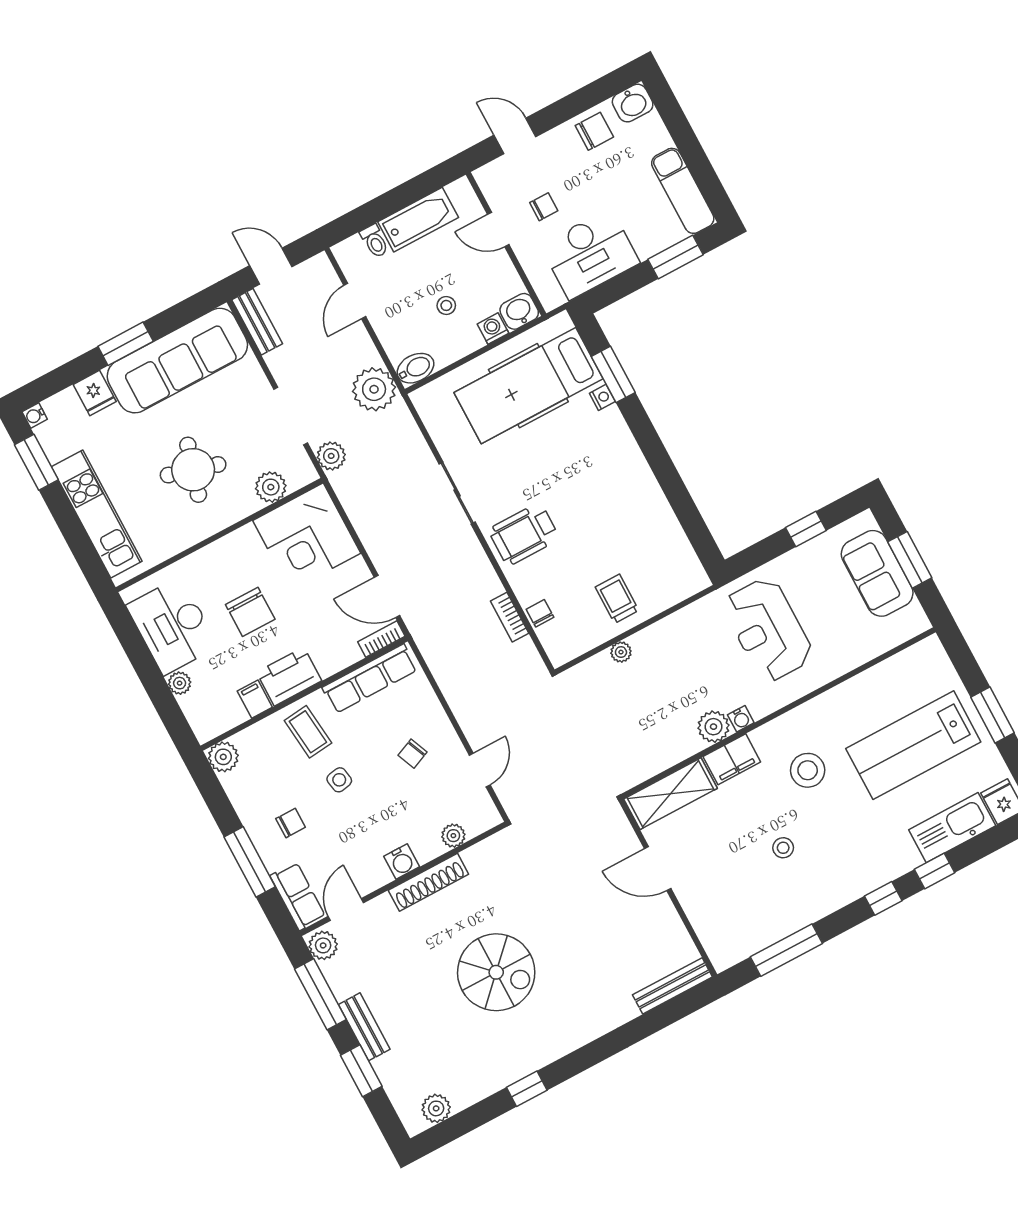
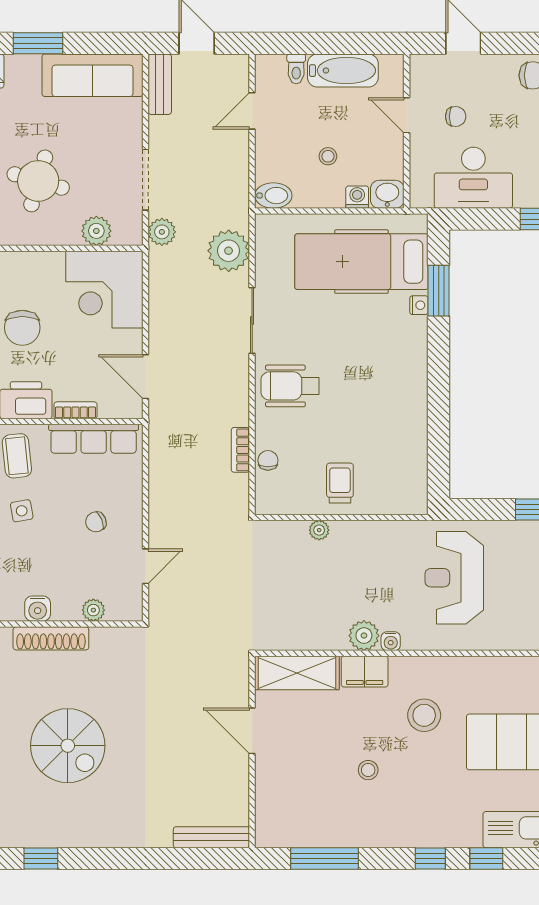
sofa: (177, 361) -> (92, 75), width x0.74, depth x0.79
plant: (374, 389) -> (229, 251), moved
bookcase: (381, 639) -> (76, 410), moved

